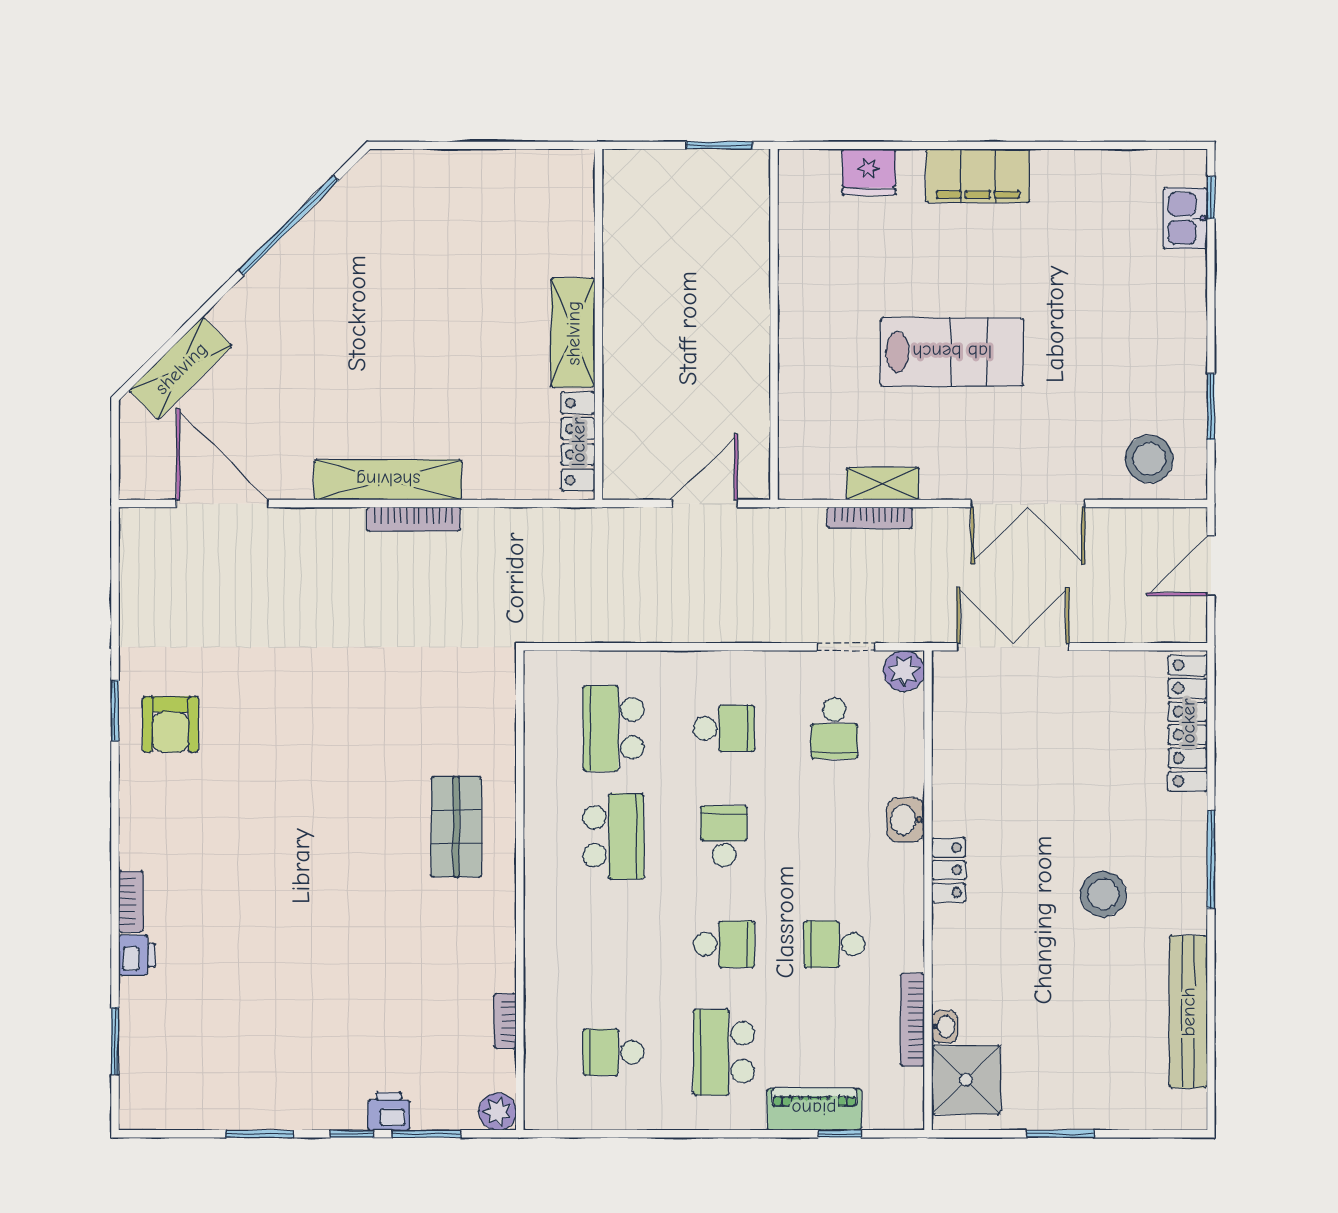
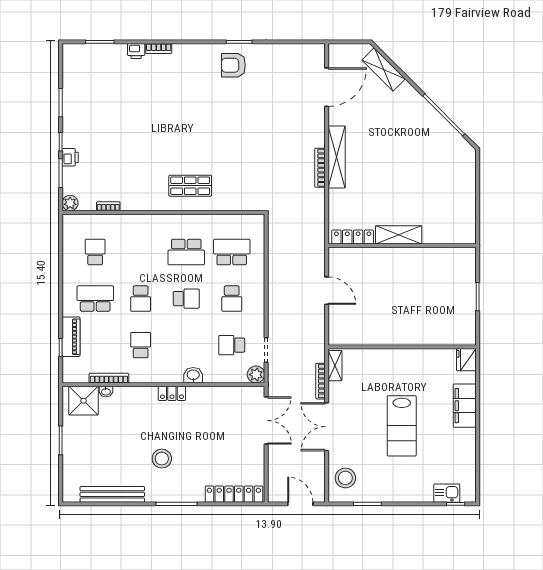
wall: (774, 324) -> (402, 347), moved
lab bench: (952, 352) -> (402, 426), moved
bookcase: (870, 518) -> (320, 381), moved

